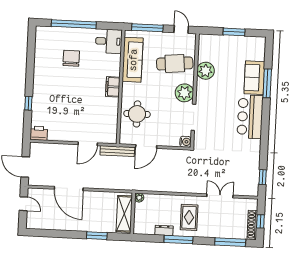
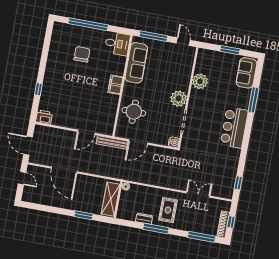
cafe table: (175, 63) -> (173, 71), removed
sofa: (254, 78) -> (246, 73), moved

